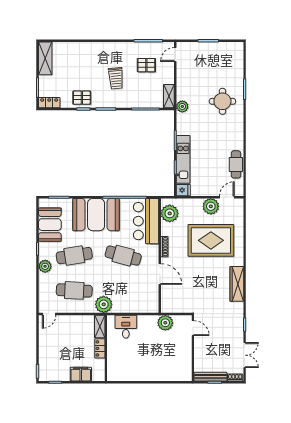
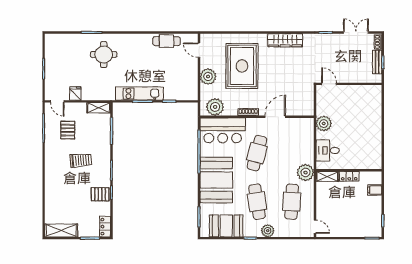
pallet: (82, 98) -> (100, 194), turned 90
plant: (182, 106) -> (109, 94), removed
kitchen unit: (183, 159) -> (139, 94), moved
fridge: (183, 190) -> (75, 93), moved
plant: (211, 206) -> (208, 76), moved
plant: (165, 323) -> (324, 124), moved
door: (193, 328) -> (329, 84), hinge flipped
filing cabinet: (81, 374) -> (375, 190), width x0.50
bench: (210, 377) -> (377, 62), width x0.73

